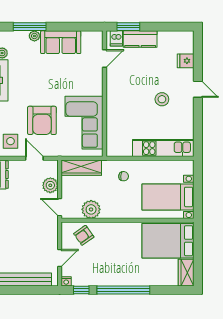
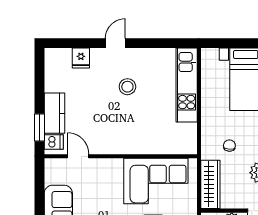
chair: (124, 176) -> (229, 146), moved

